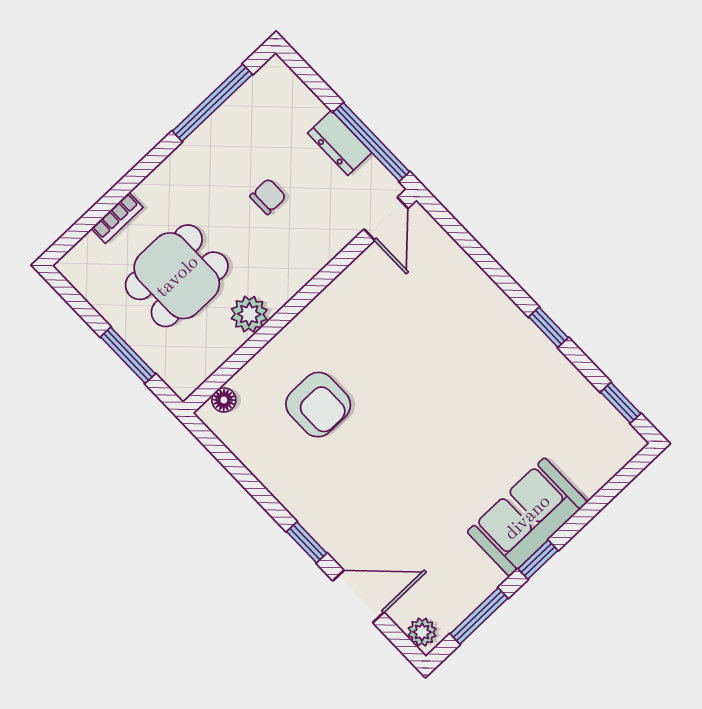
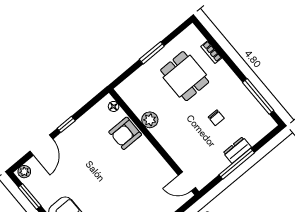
door: (386, 219) -> (187, 181), moved
wall: (300, 301) -> (154, 142), moved
plant: (249, 314) -> (150, 120), moved
floor lamp: (224, 400) -> (114, 106), moved

